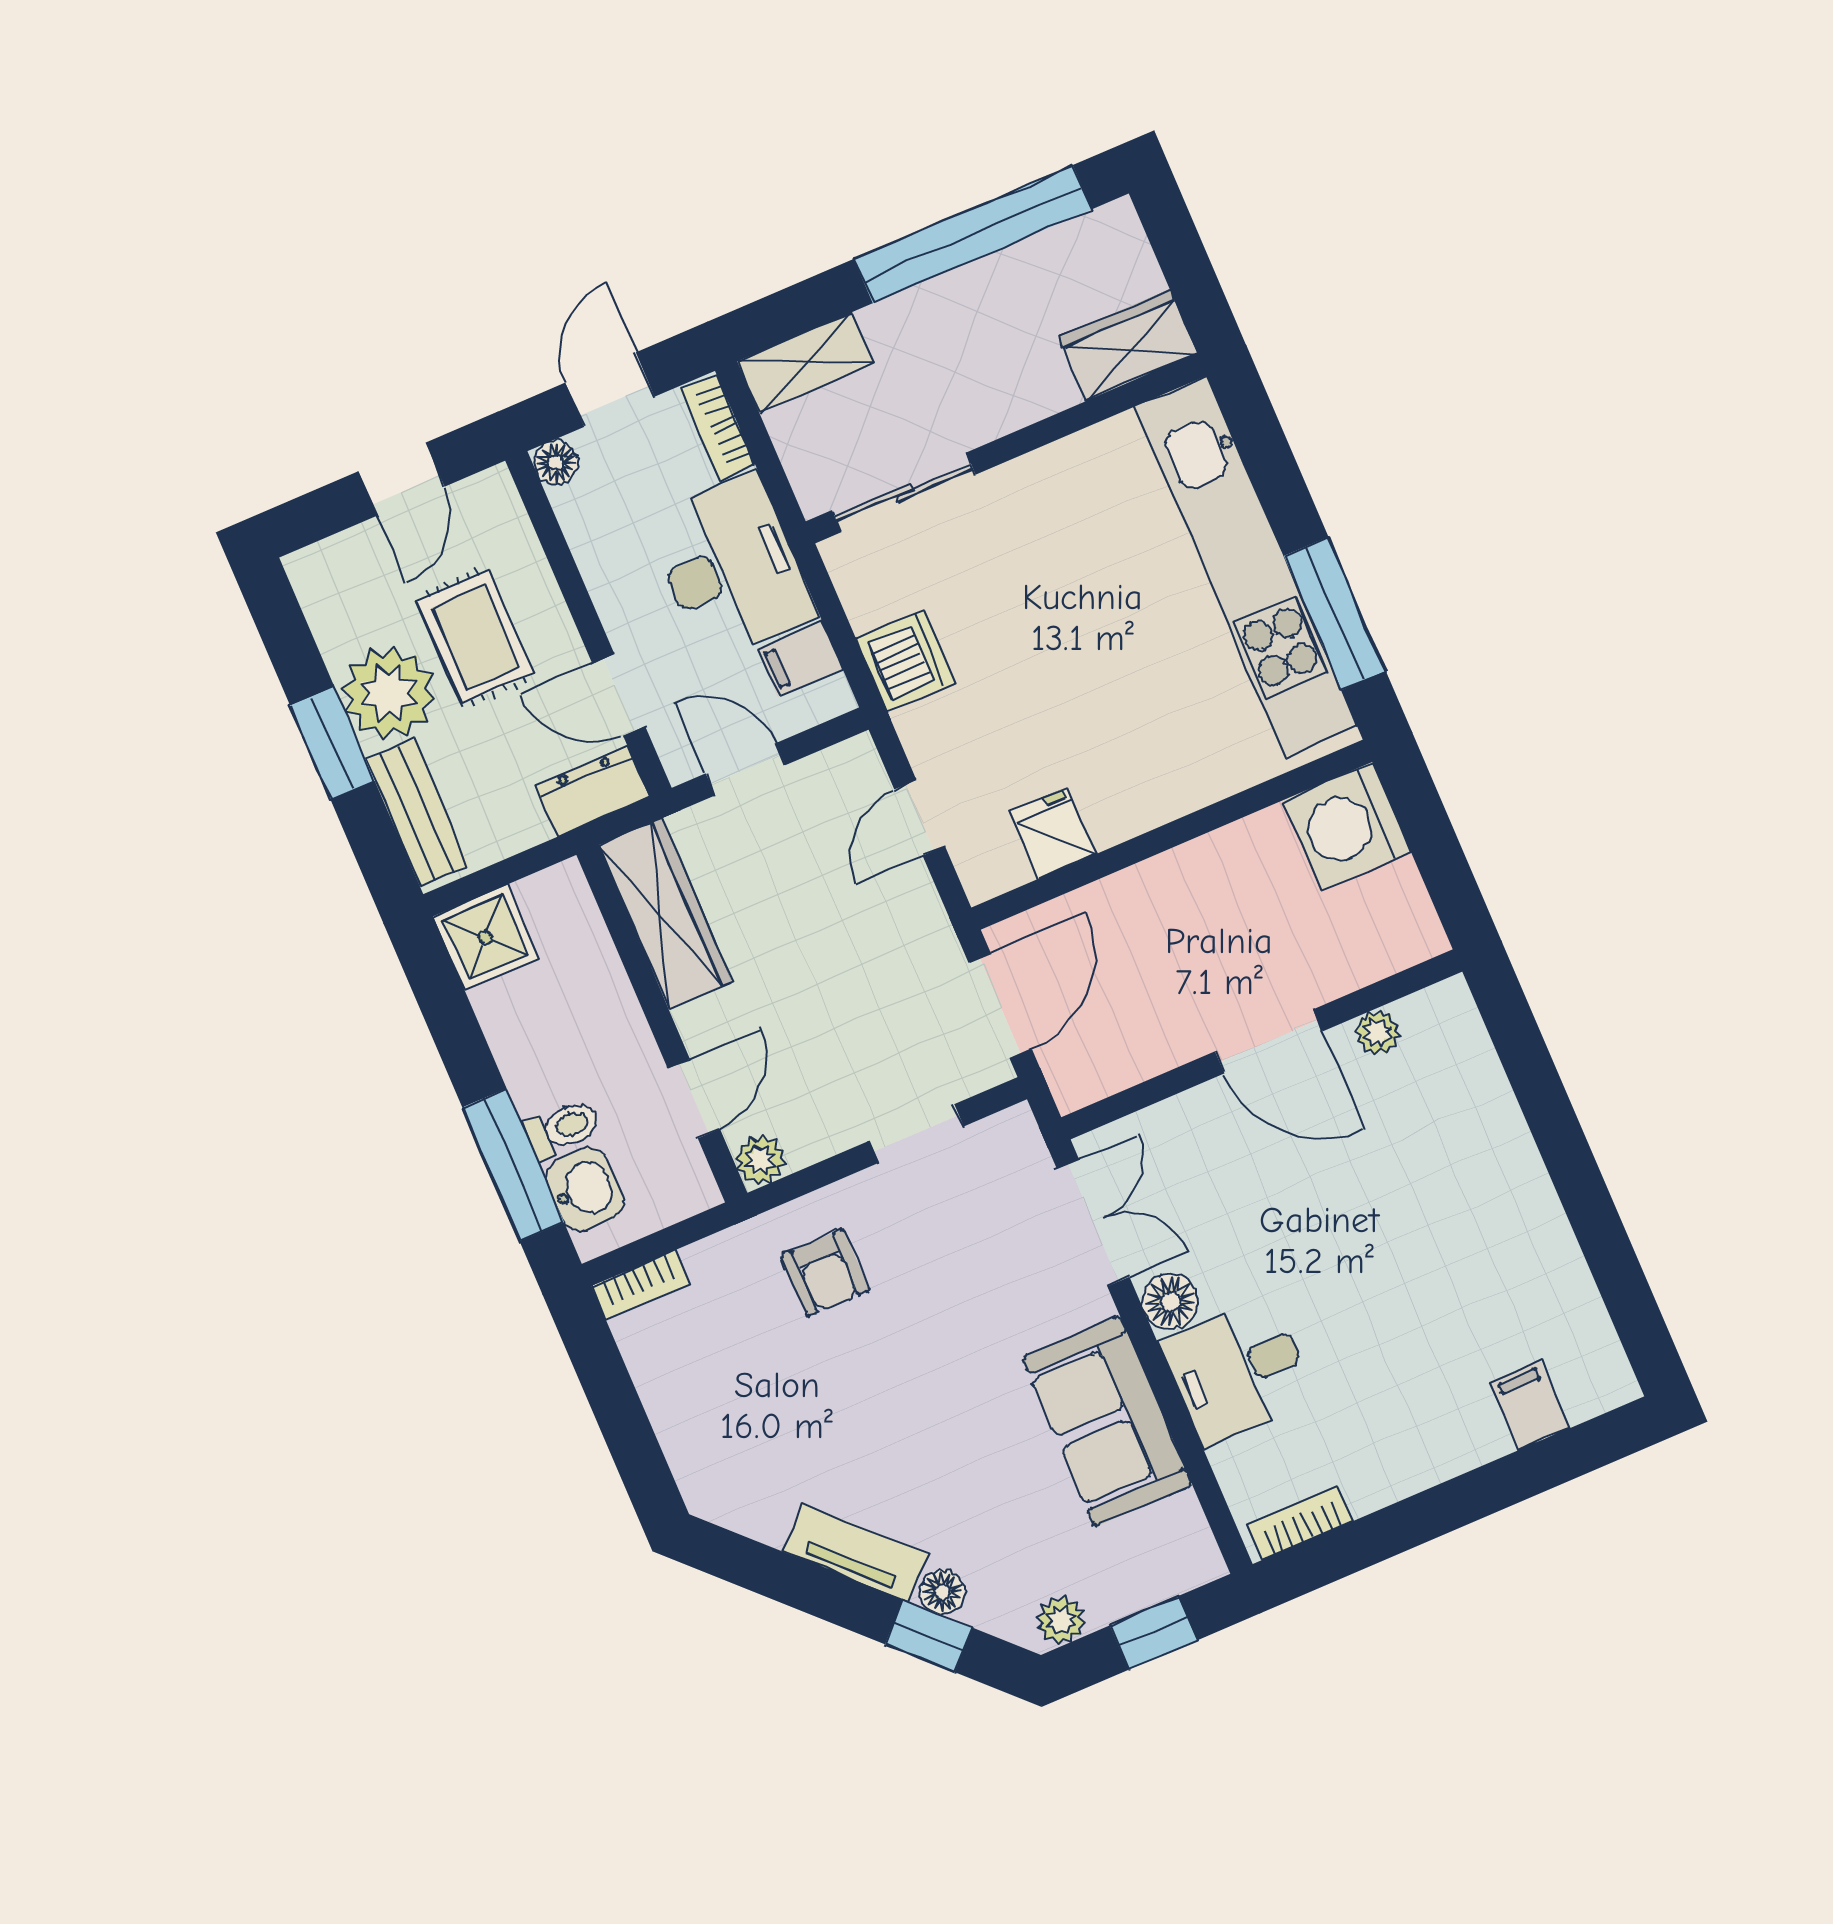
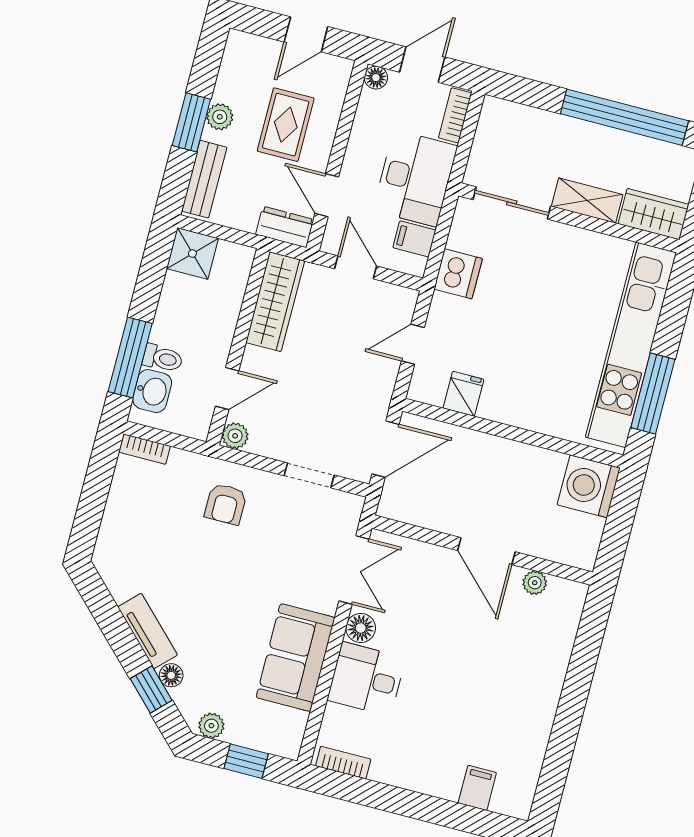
shelving: (806, 363) -> (587, 201), moved
plant: (388, 693) -> (220, 117), width x0.53, depth x0.53

